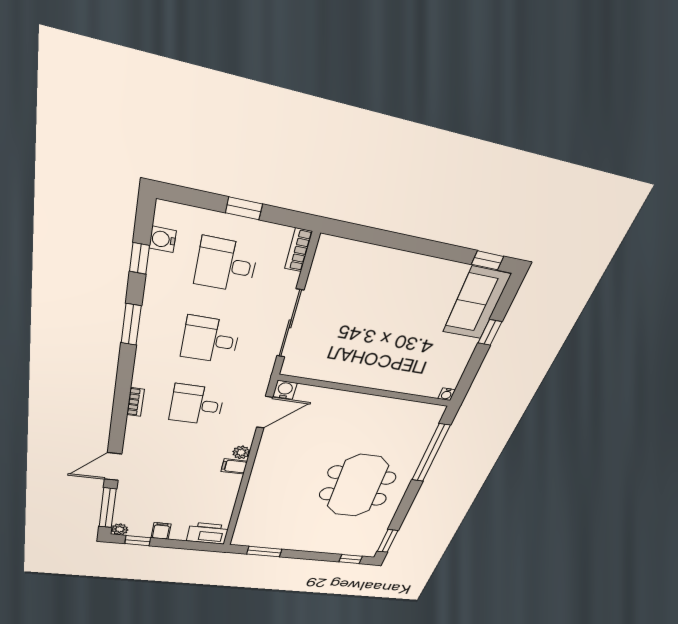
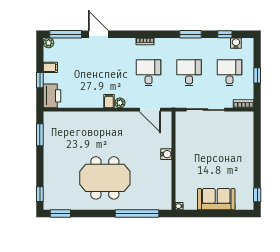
sofa: (476, 303) -> (216, 199), moved
window: (490, 332) -> (220, 213), removed
water cooler: (285, 390) -> (166, 154), moved
window: (138, 541) -> (40, 80), moved

